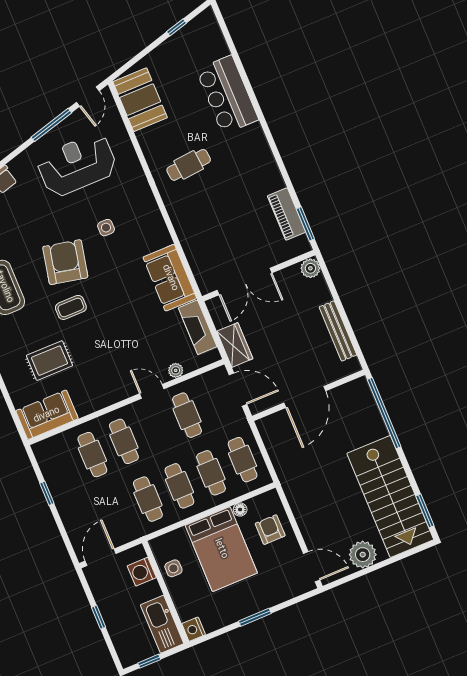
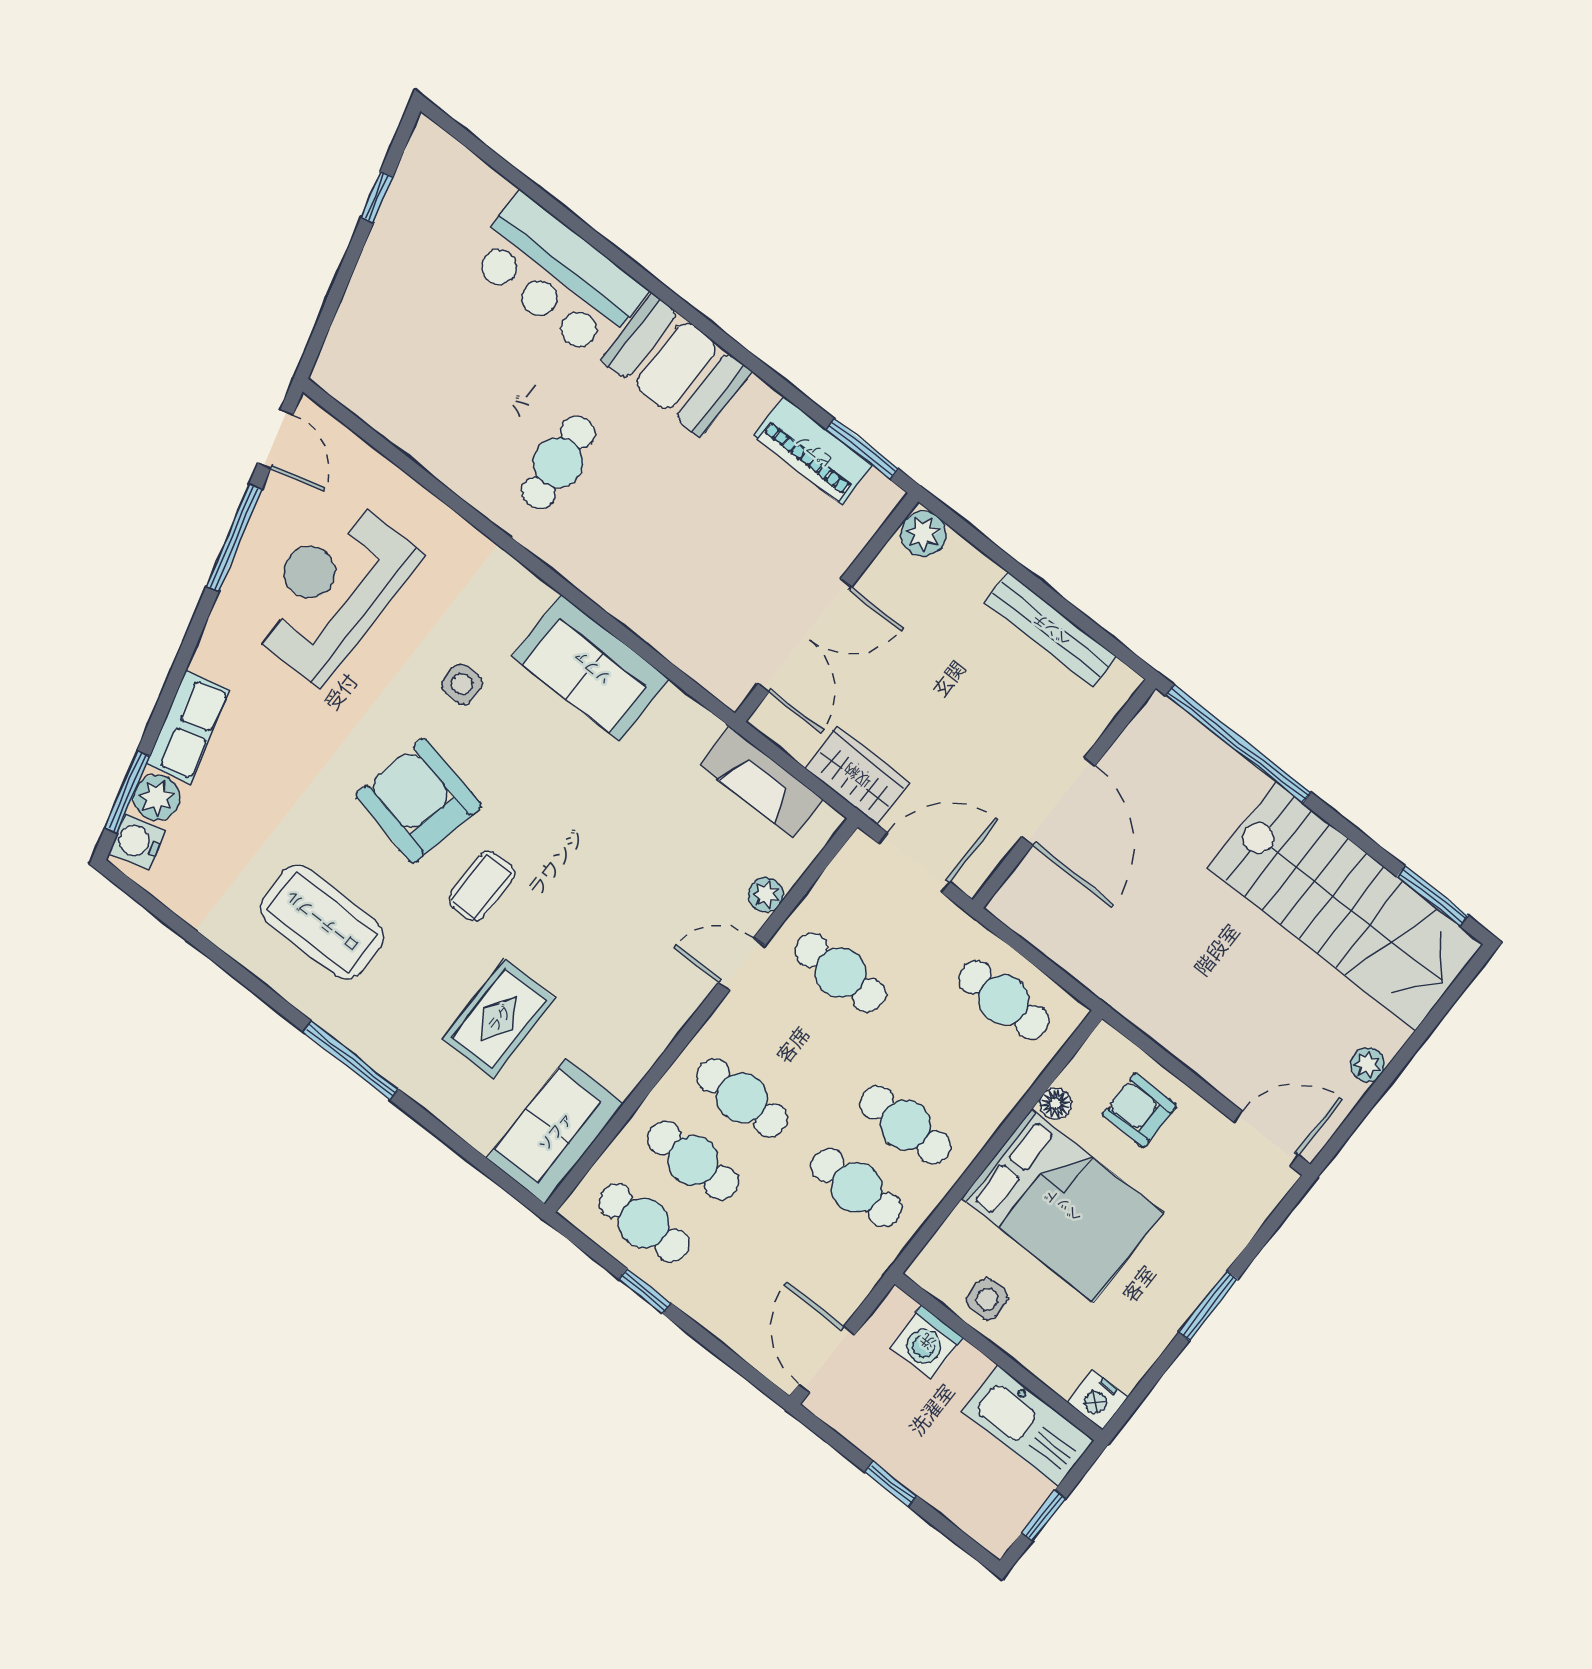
booth: (140, 100) -> (676, 366), moved
sofa: (170, 278) -> (591, 668), moved
cafe table: (211, 473) -> (644, 1223), moved
plant: (363, 555) -> (1367, 1065), width x0.53, depth x0.53

